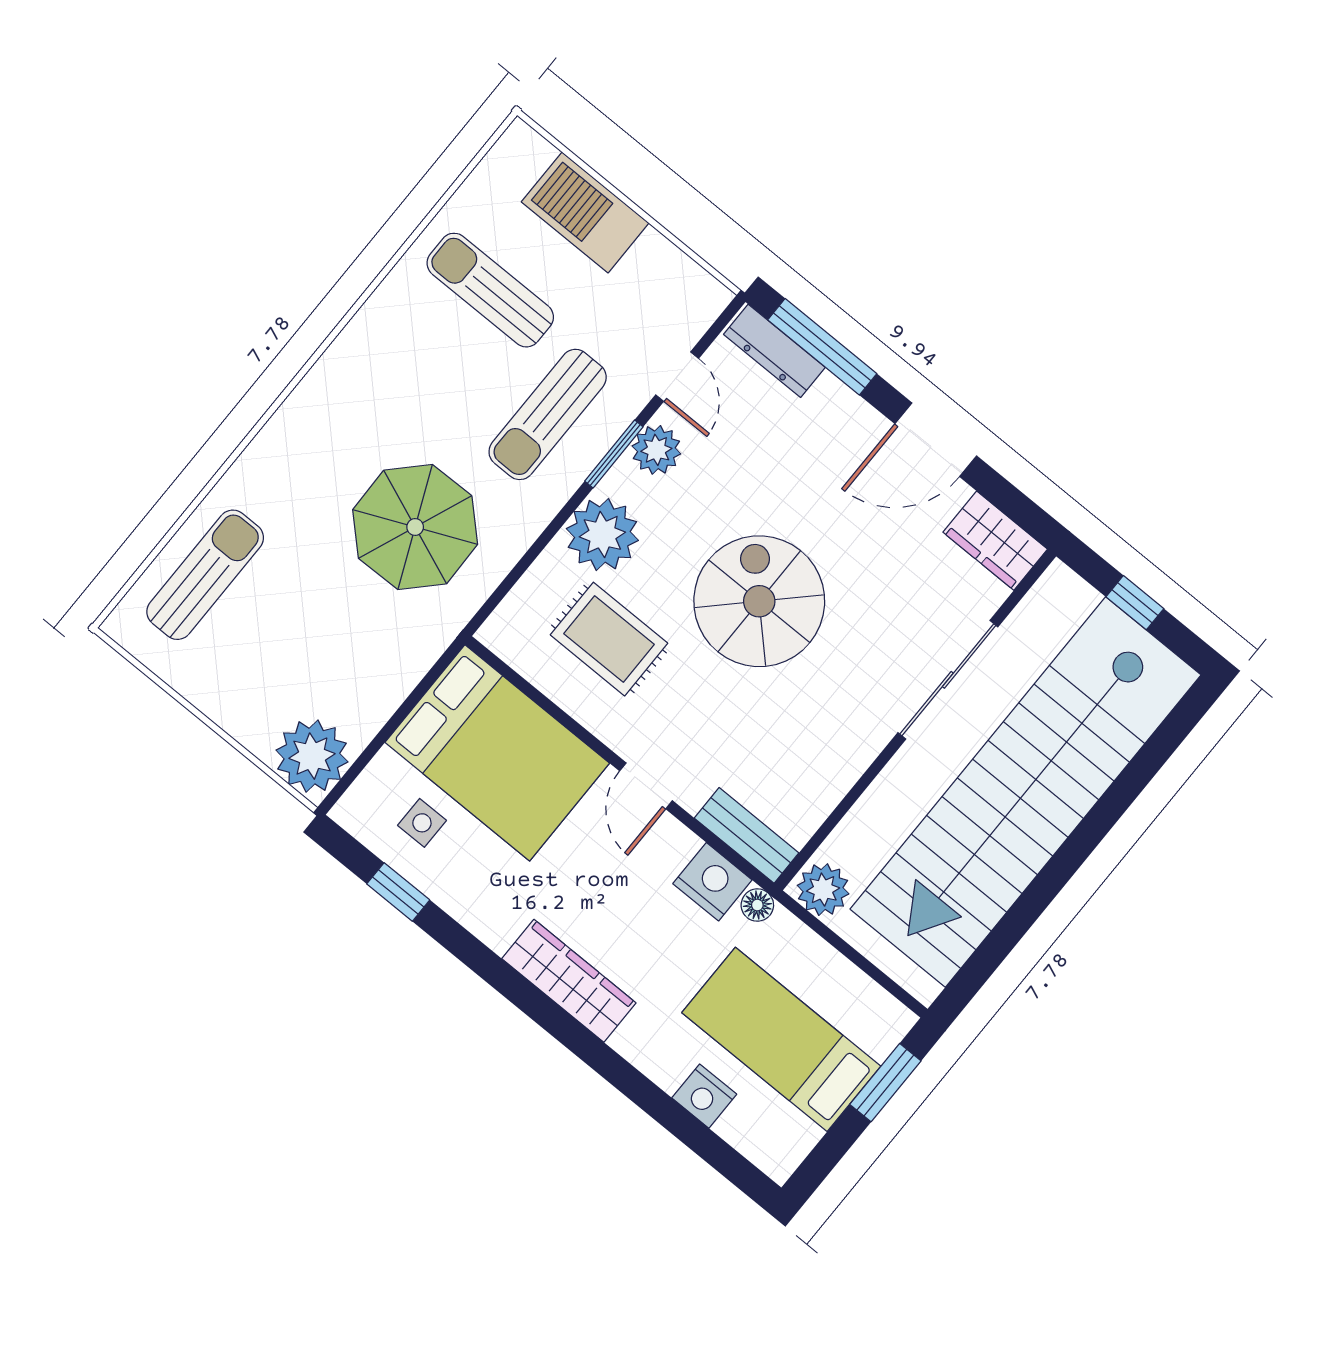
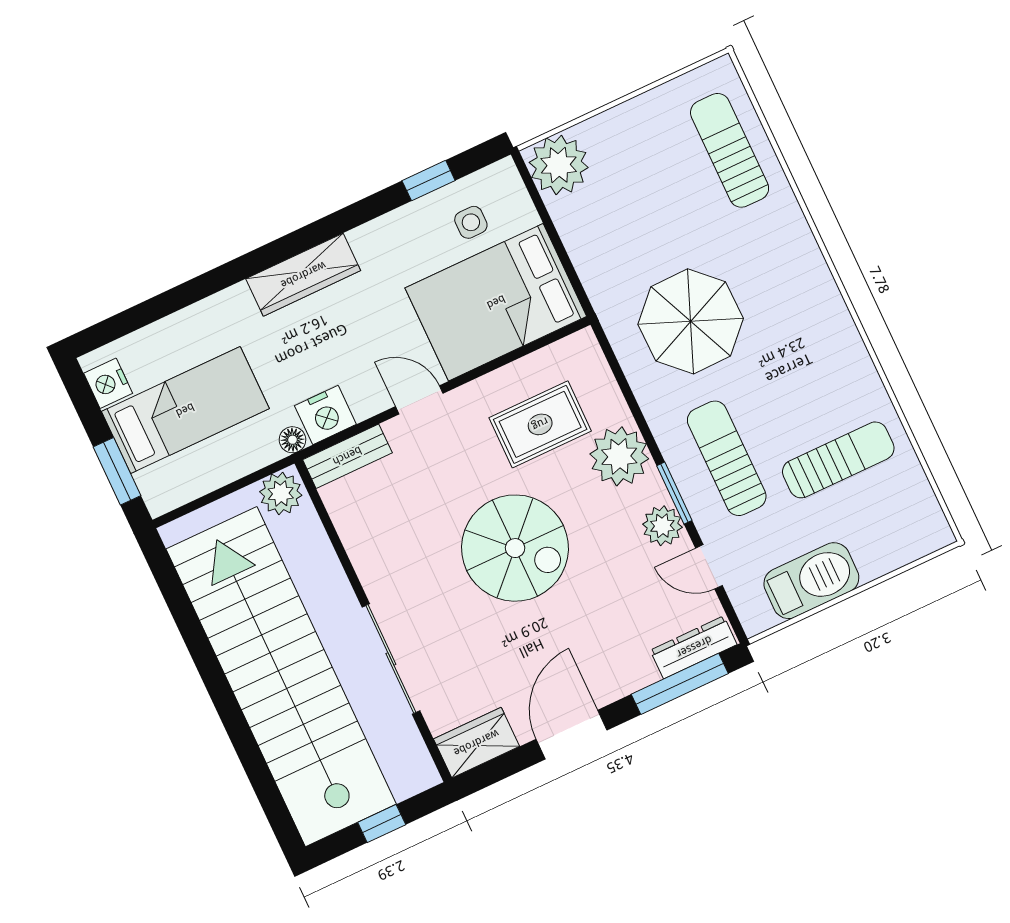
barbecue: (585, 212) -> (811, 581), moved
sun lounger: (205, 575) -> (730, 150), turned 180
nightstand: (704, 1096) -> (108, 383), moved, turned -90

